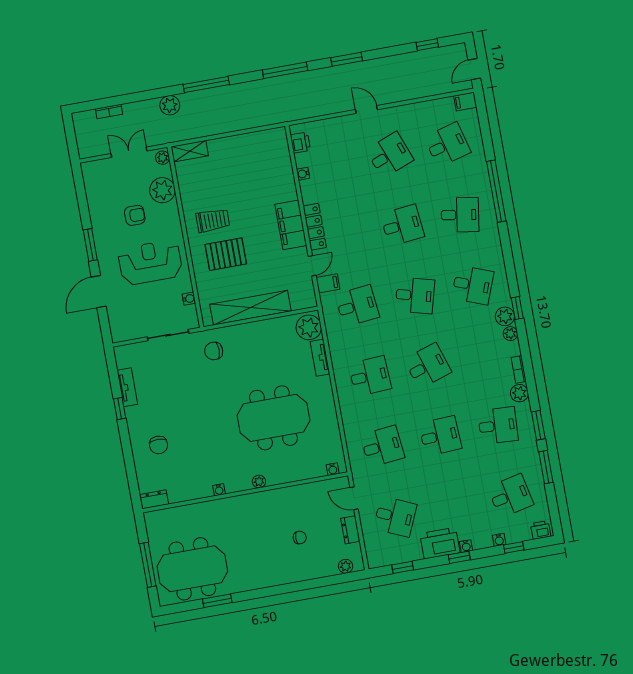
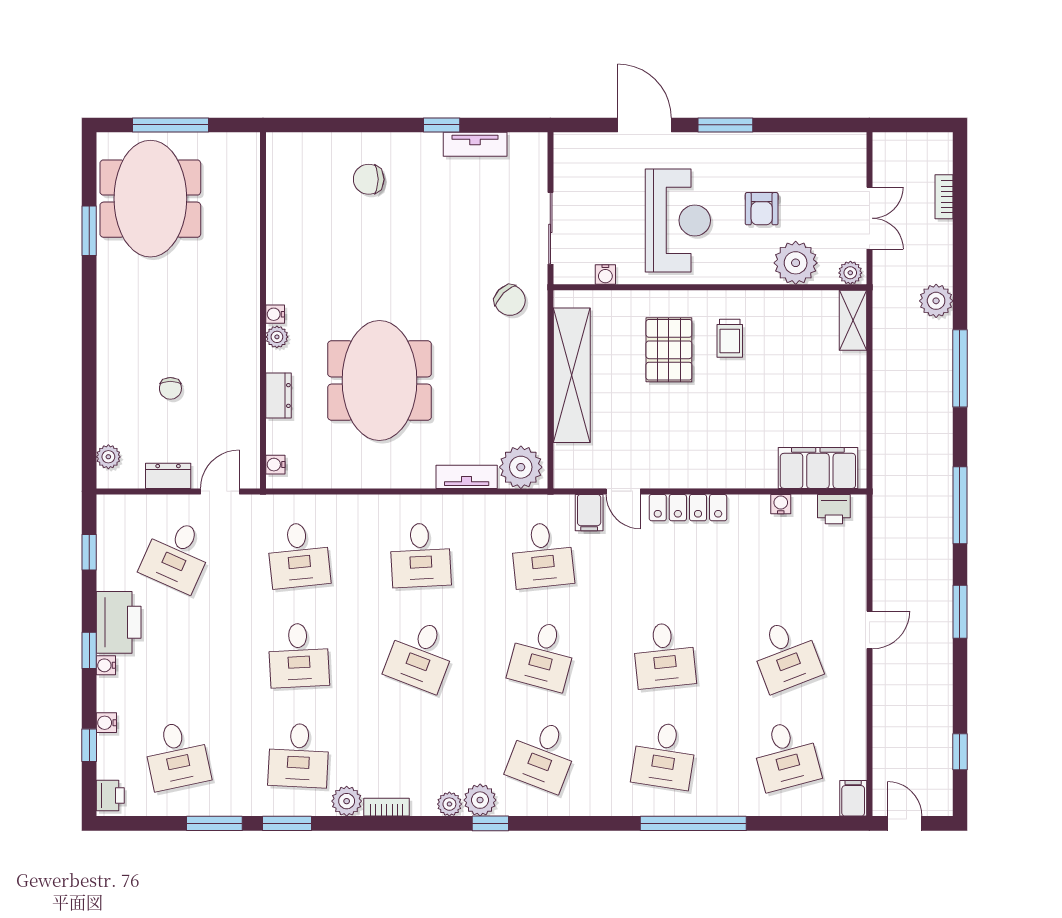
trolley: (213, 220) -> (730, 338), width x0.73, depth x0.72
filing cabinet: (291, 225) -> (818, 468), moved
chair: (214, 351) -> (510, 300), turned 135
desk: (428, 366) -> (420, 655), turned 39
water cooler: (219, 490) -> (275, 314), moved
dresser: (154, 499) -> (279, 395), moved

